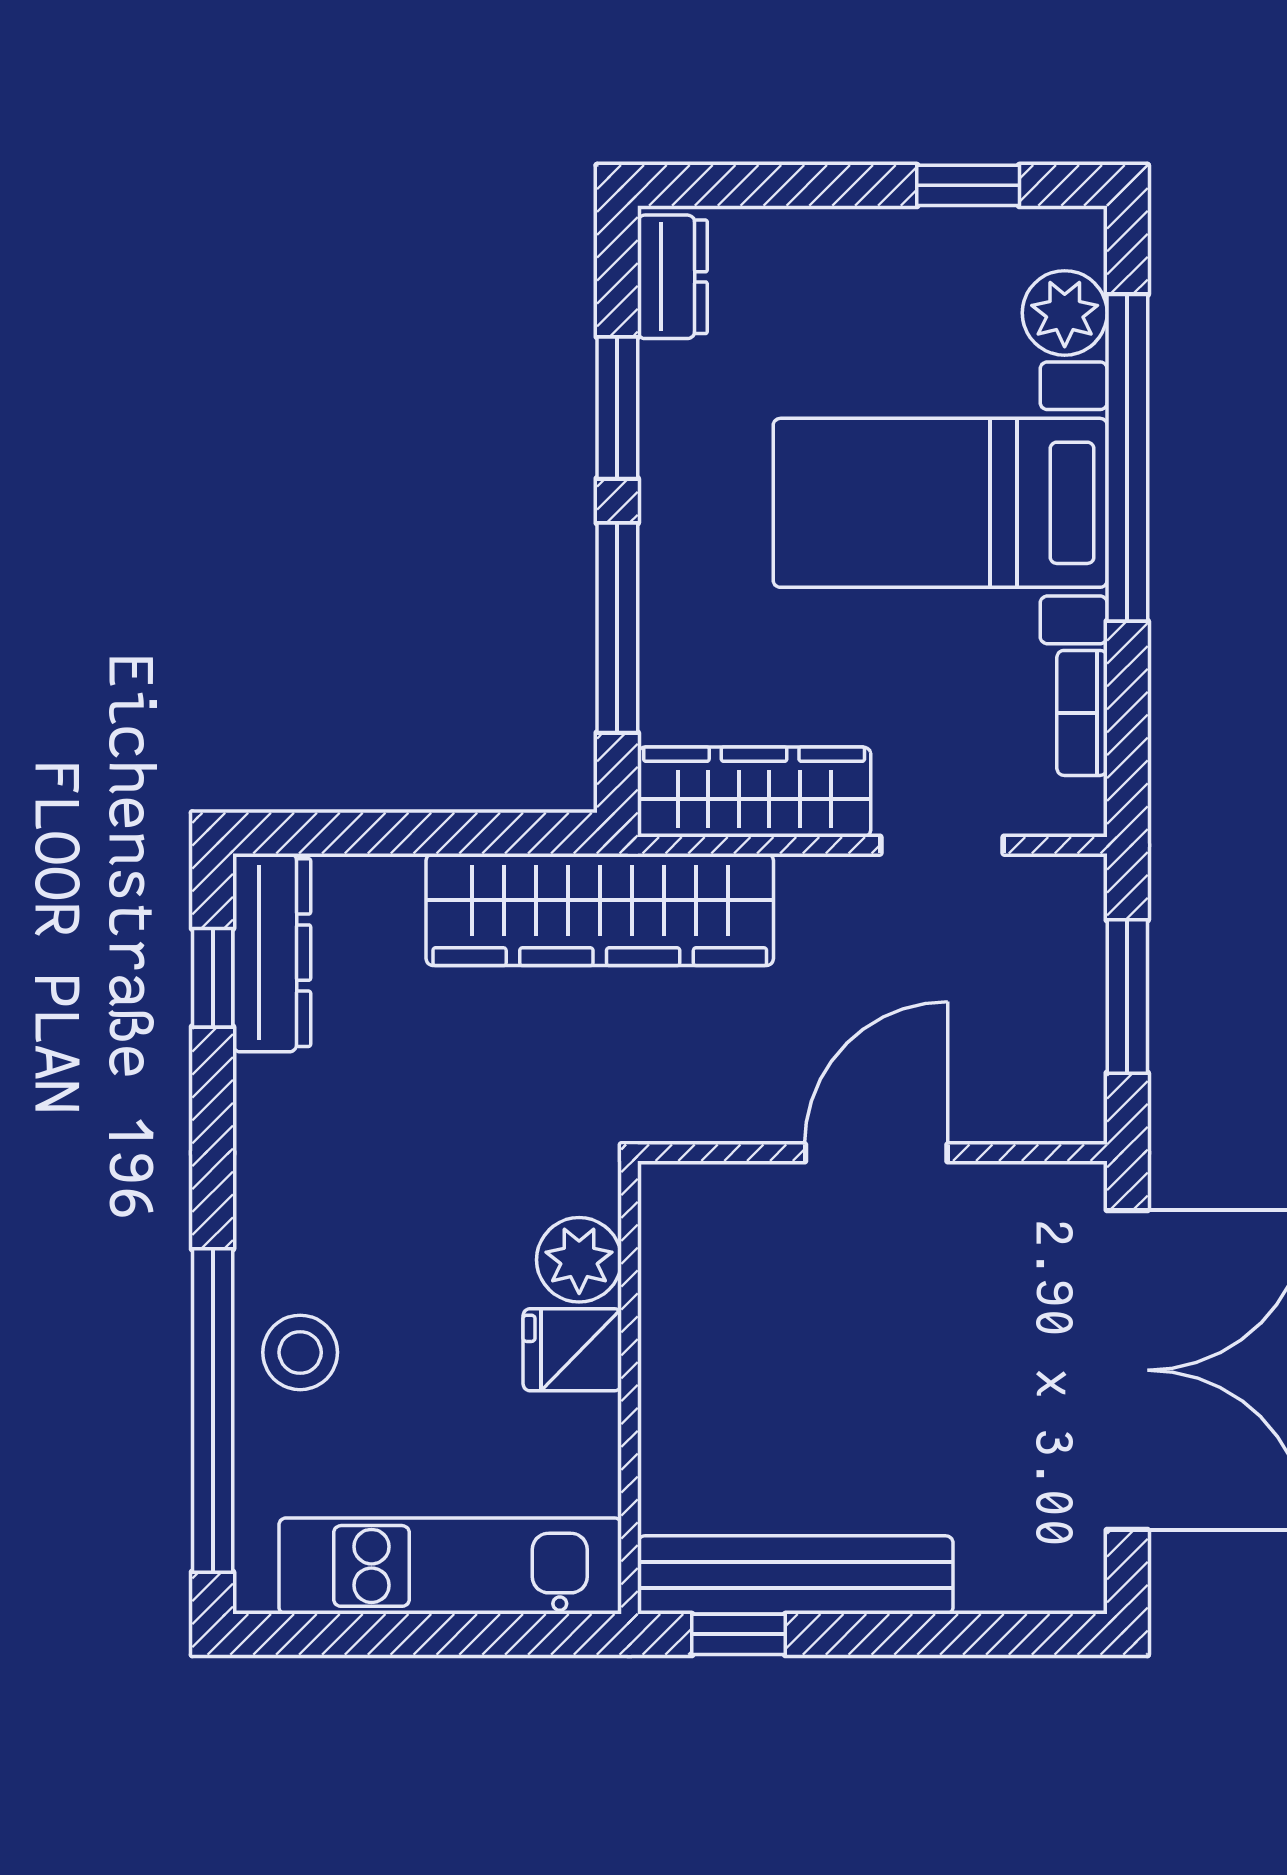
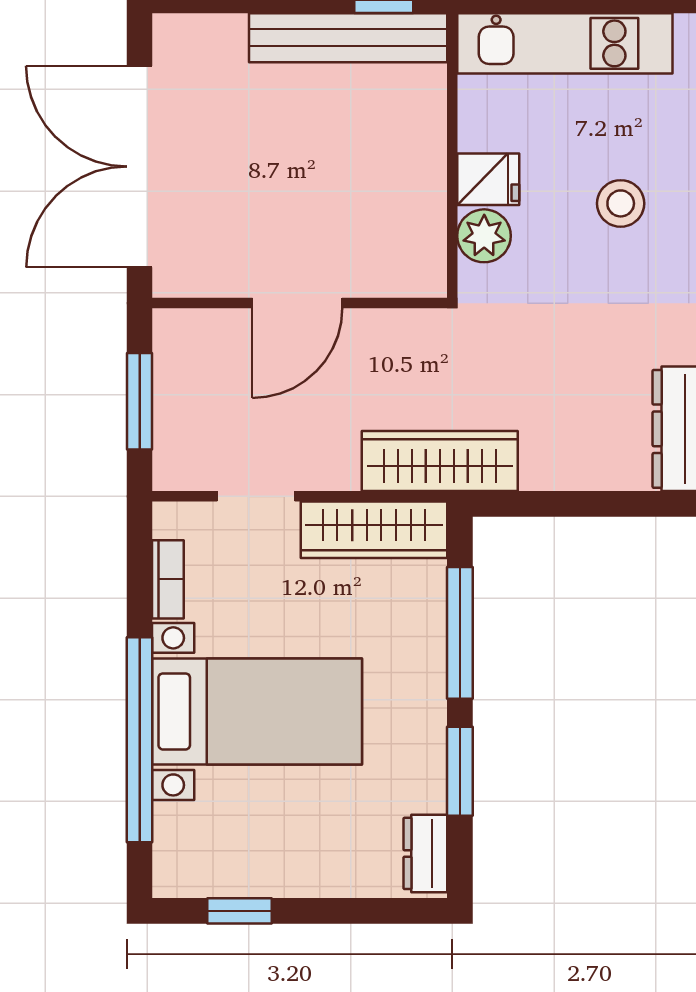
plant: (1065, 313) -> (179, 831), removed
wardrobe: (600, 909) -> (440, 461), width x0.71, depth x0.85
stool: (300, 1352) -> (621, 203), moved

